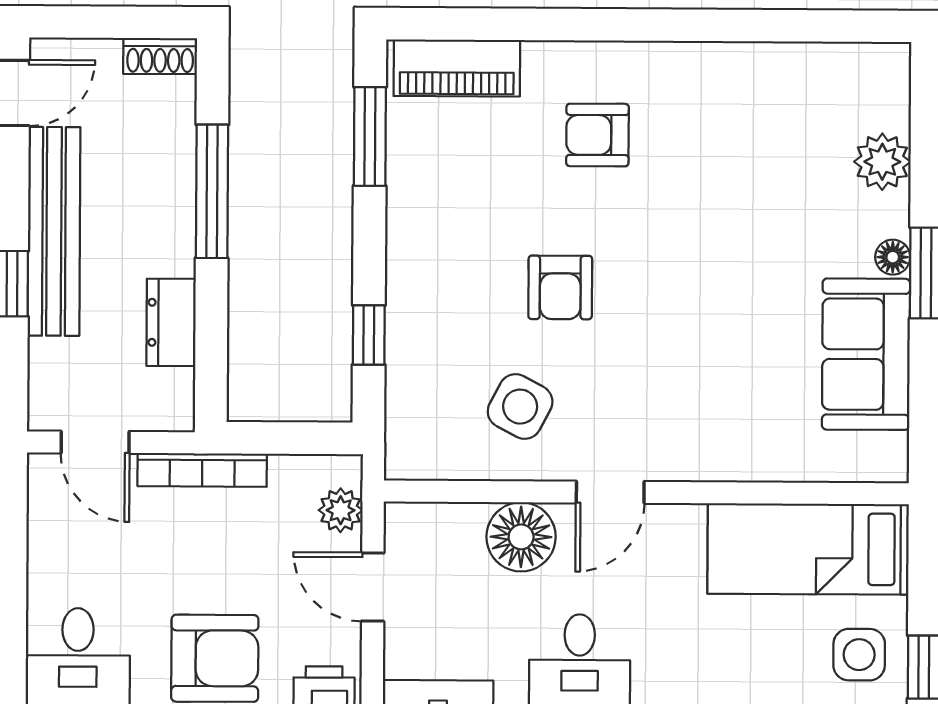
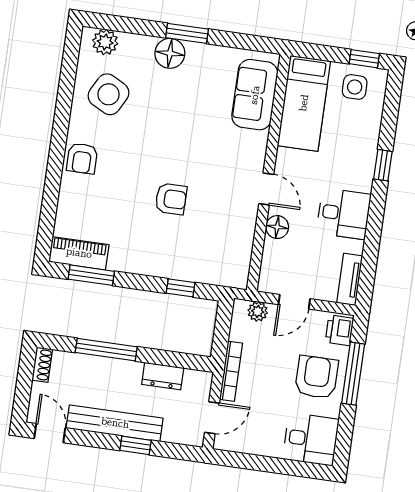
piano: (457, 68) -> (79, 253), moved, turned -90
armchair: (597, 135) -> (82, 158), moved
plant: (882, 162) -> (105, 42), moved
floor lamp: (893, 257) -> (170, 53), width x1.89, depth x1.89
sofa: (866, 354) -> (255, 95), moved, turned 90
side table: (520, 407) -> (109, 94), moved, width x1.37, depth x1.37
floor lamp: (521, 537) -> (277, 227), width x0.73, depth x0.73

